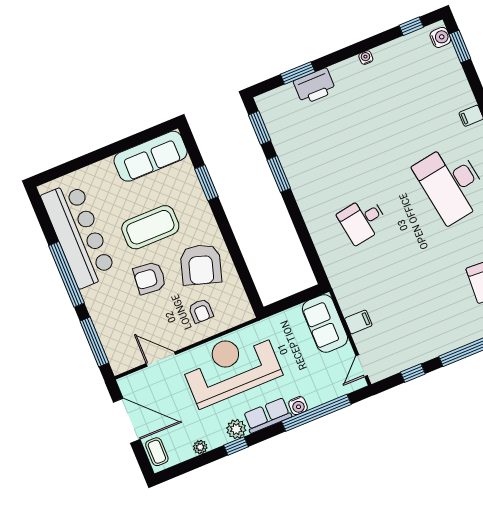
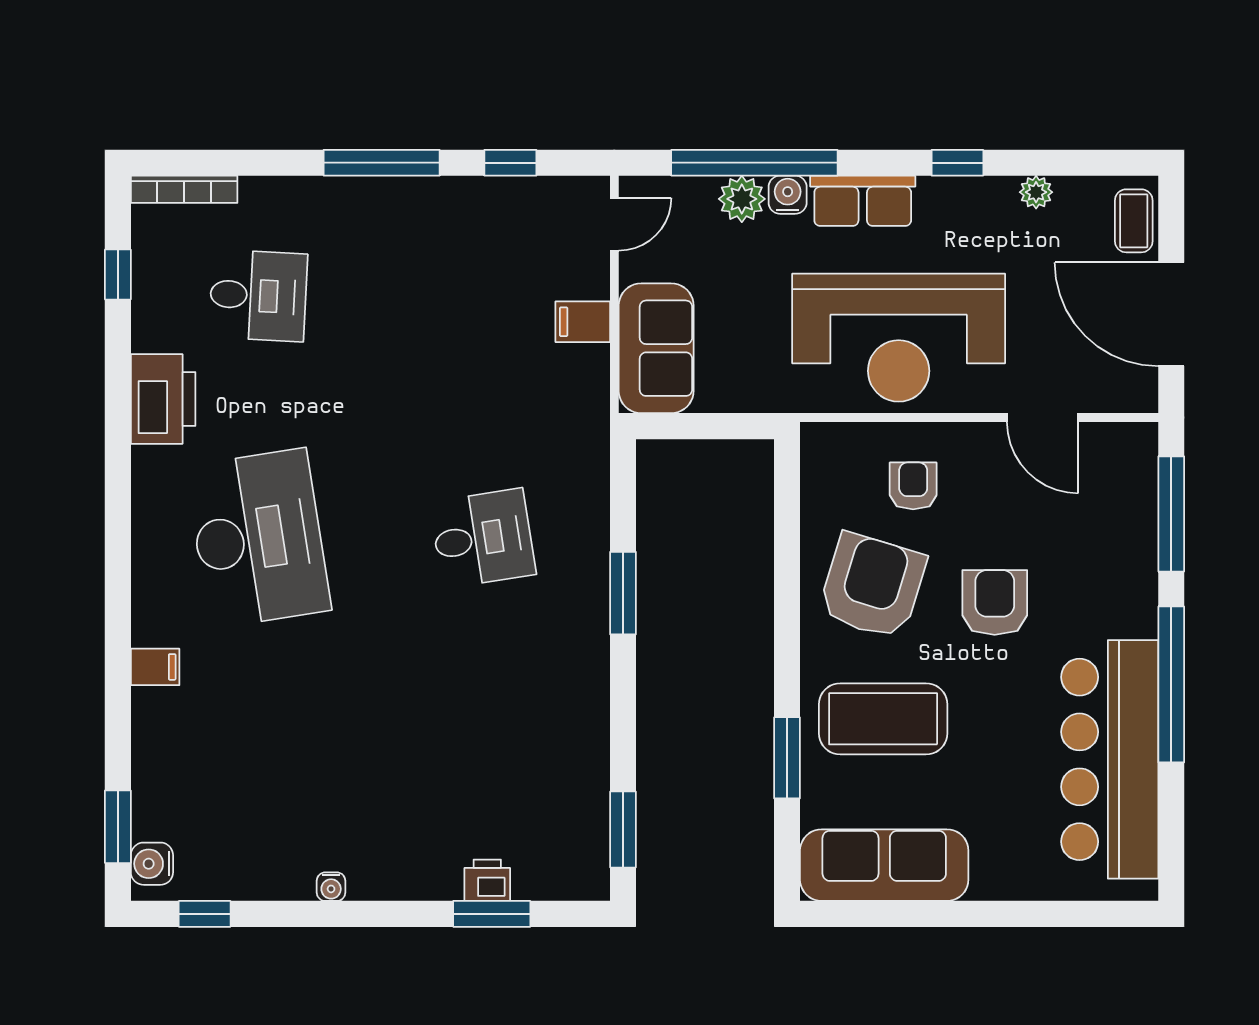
printer: (315, 86) -> (487, 880), width x0.53, depth x0.68
window: (279, 174) -> (623, 593), moved
coffee table: (150, 227) -> (883, 719), moved
armchair: (150, 278) -> (995, 602), turned -96
plant: (236, 429) -> (742, 199), moved

